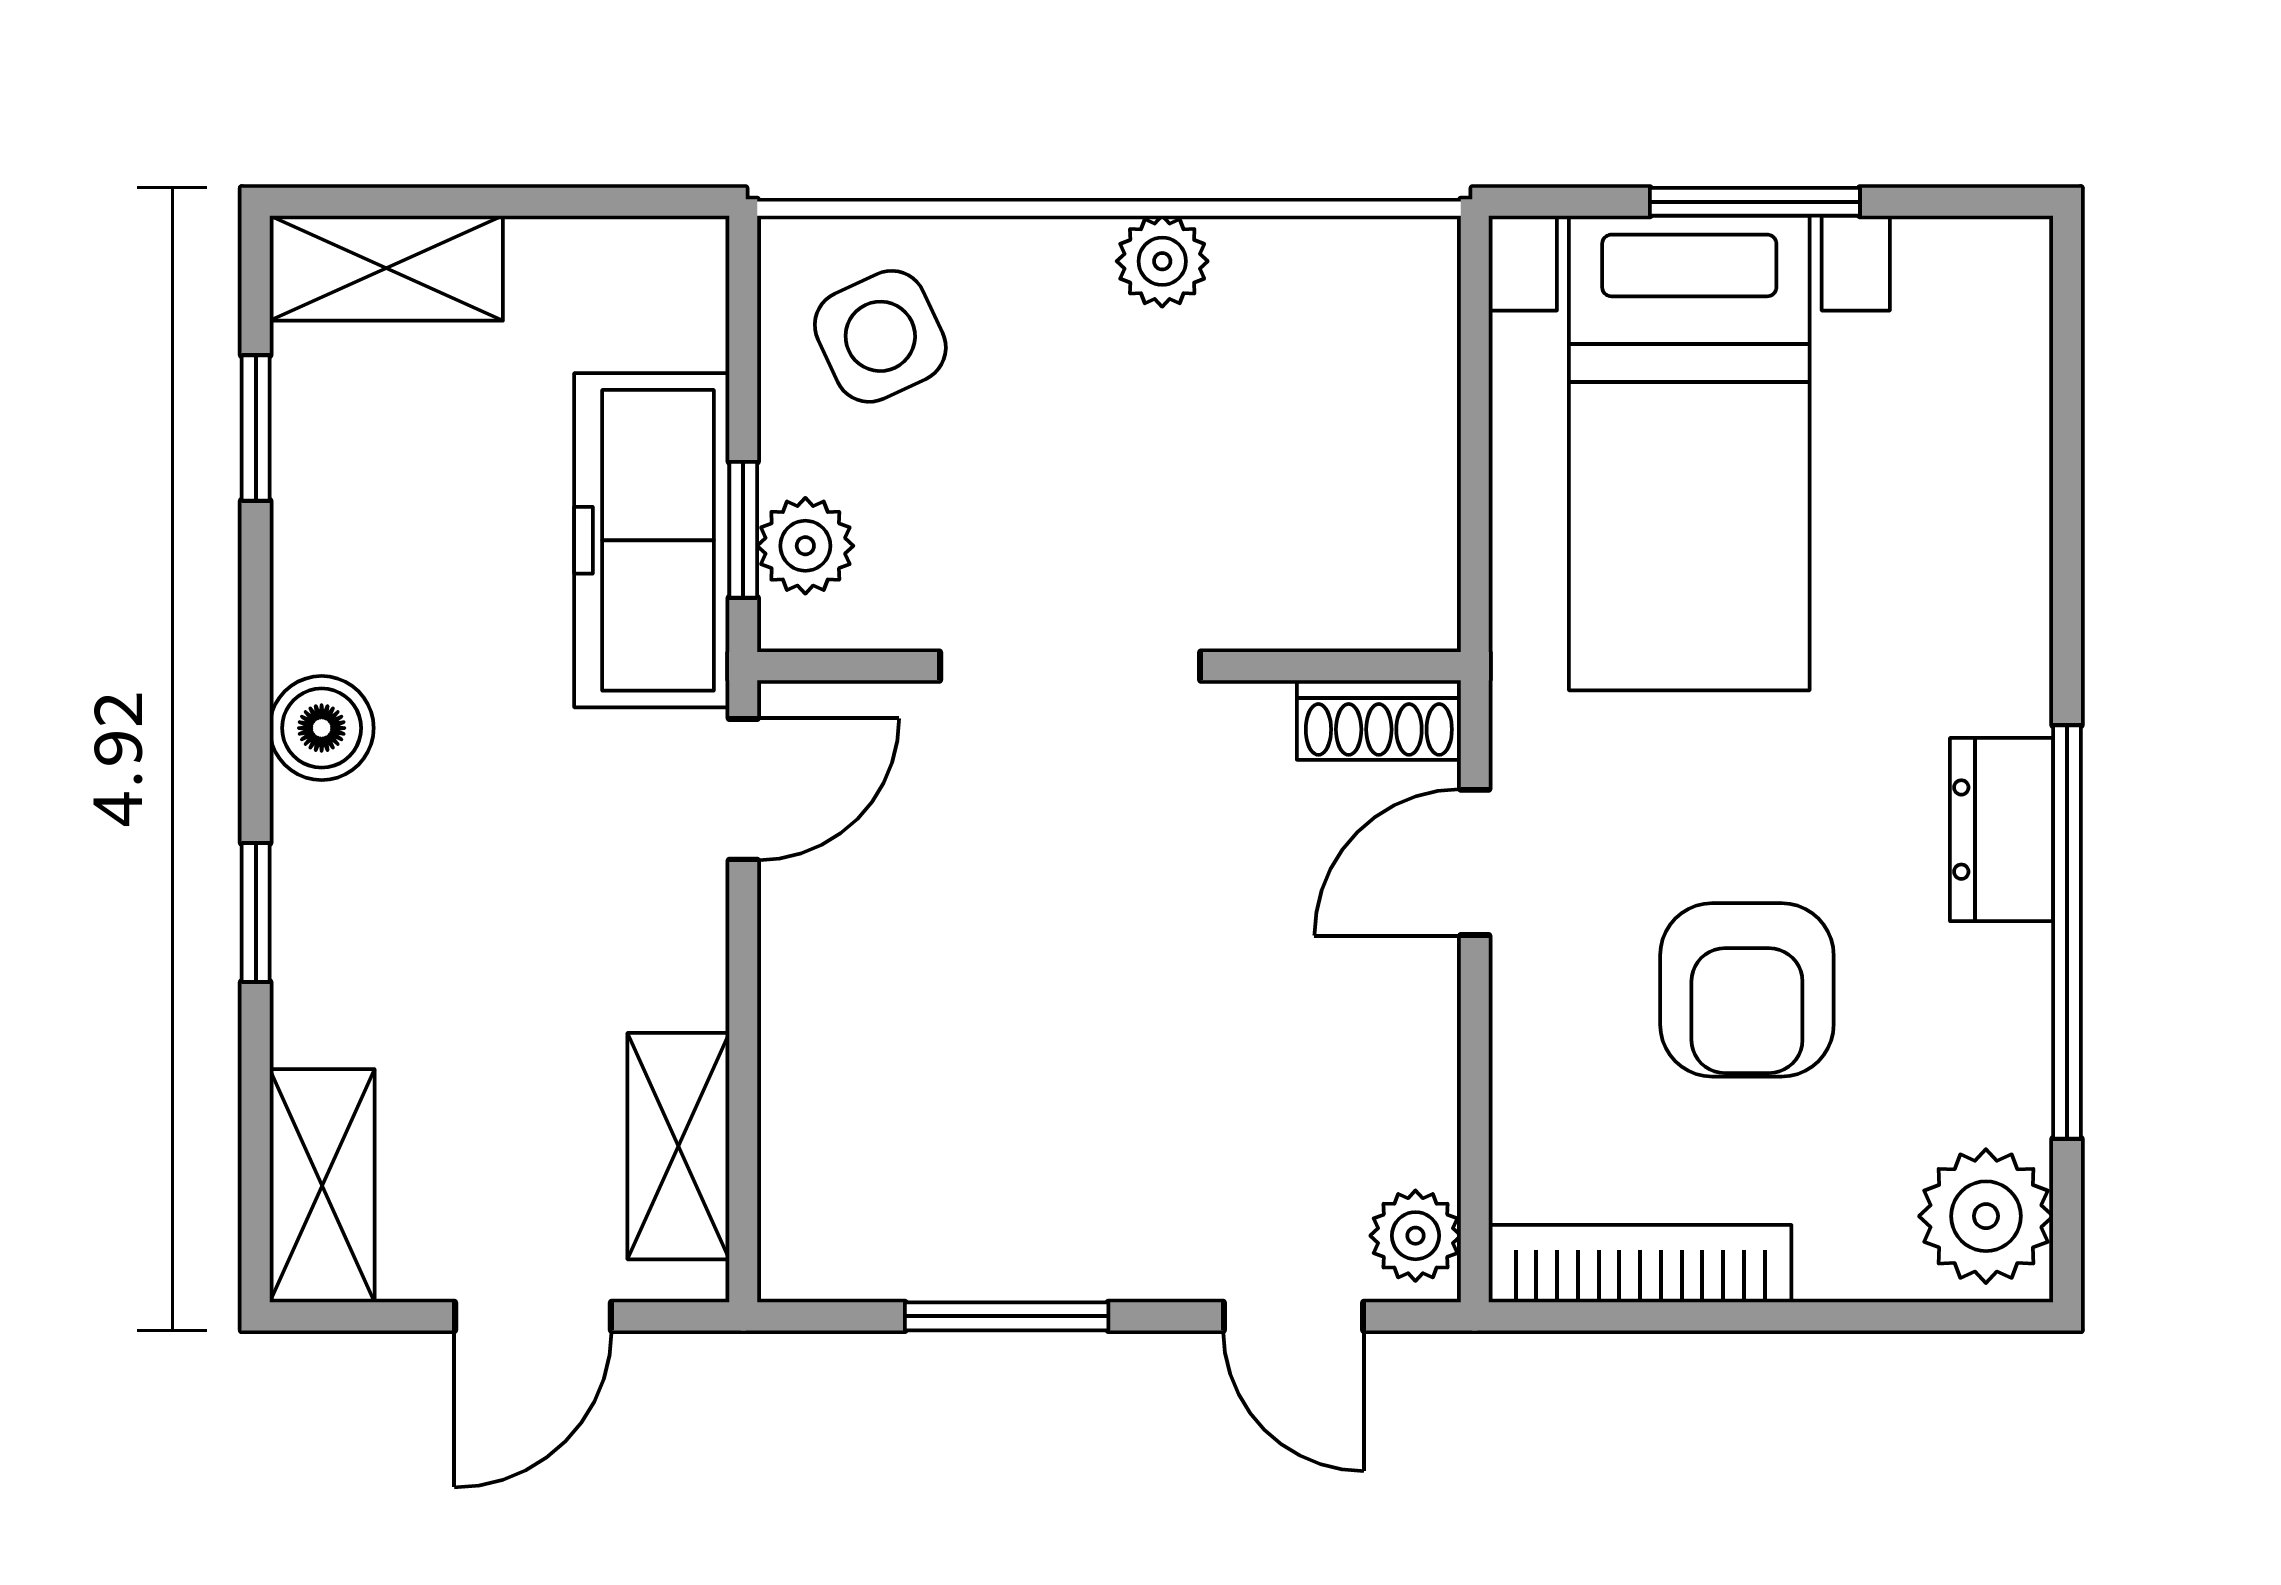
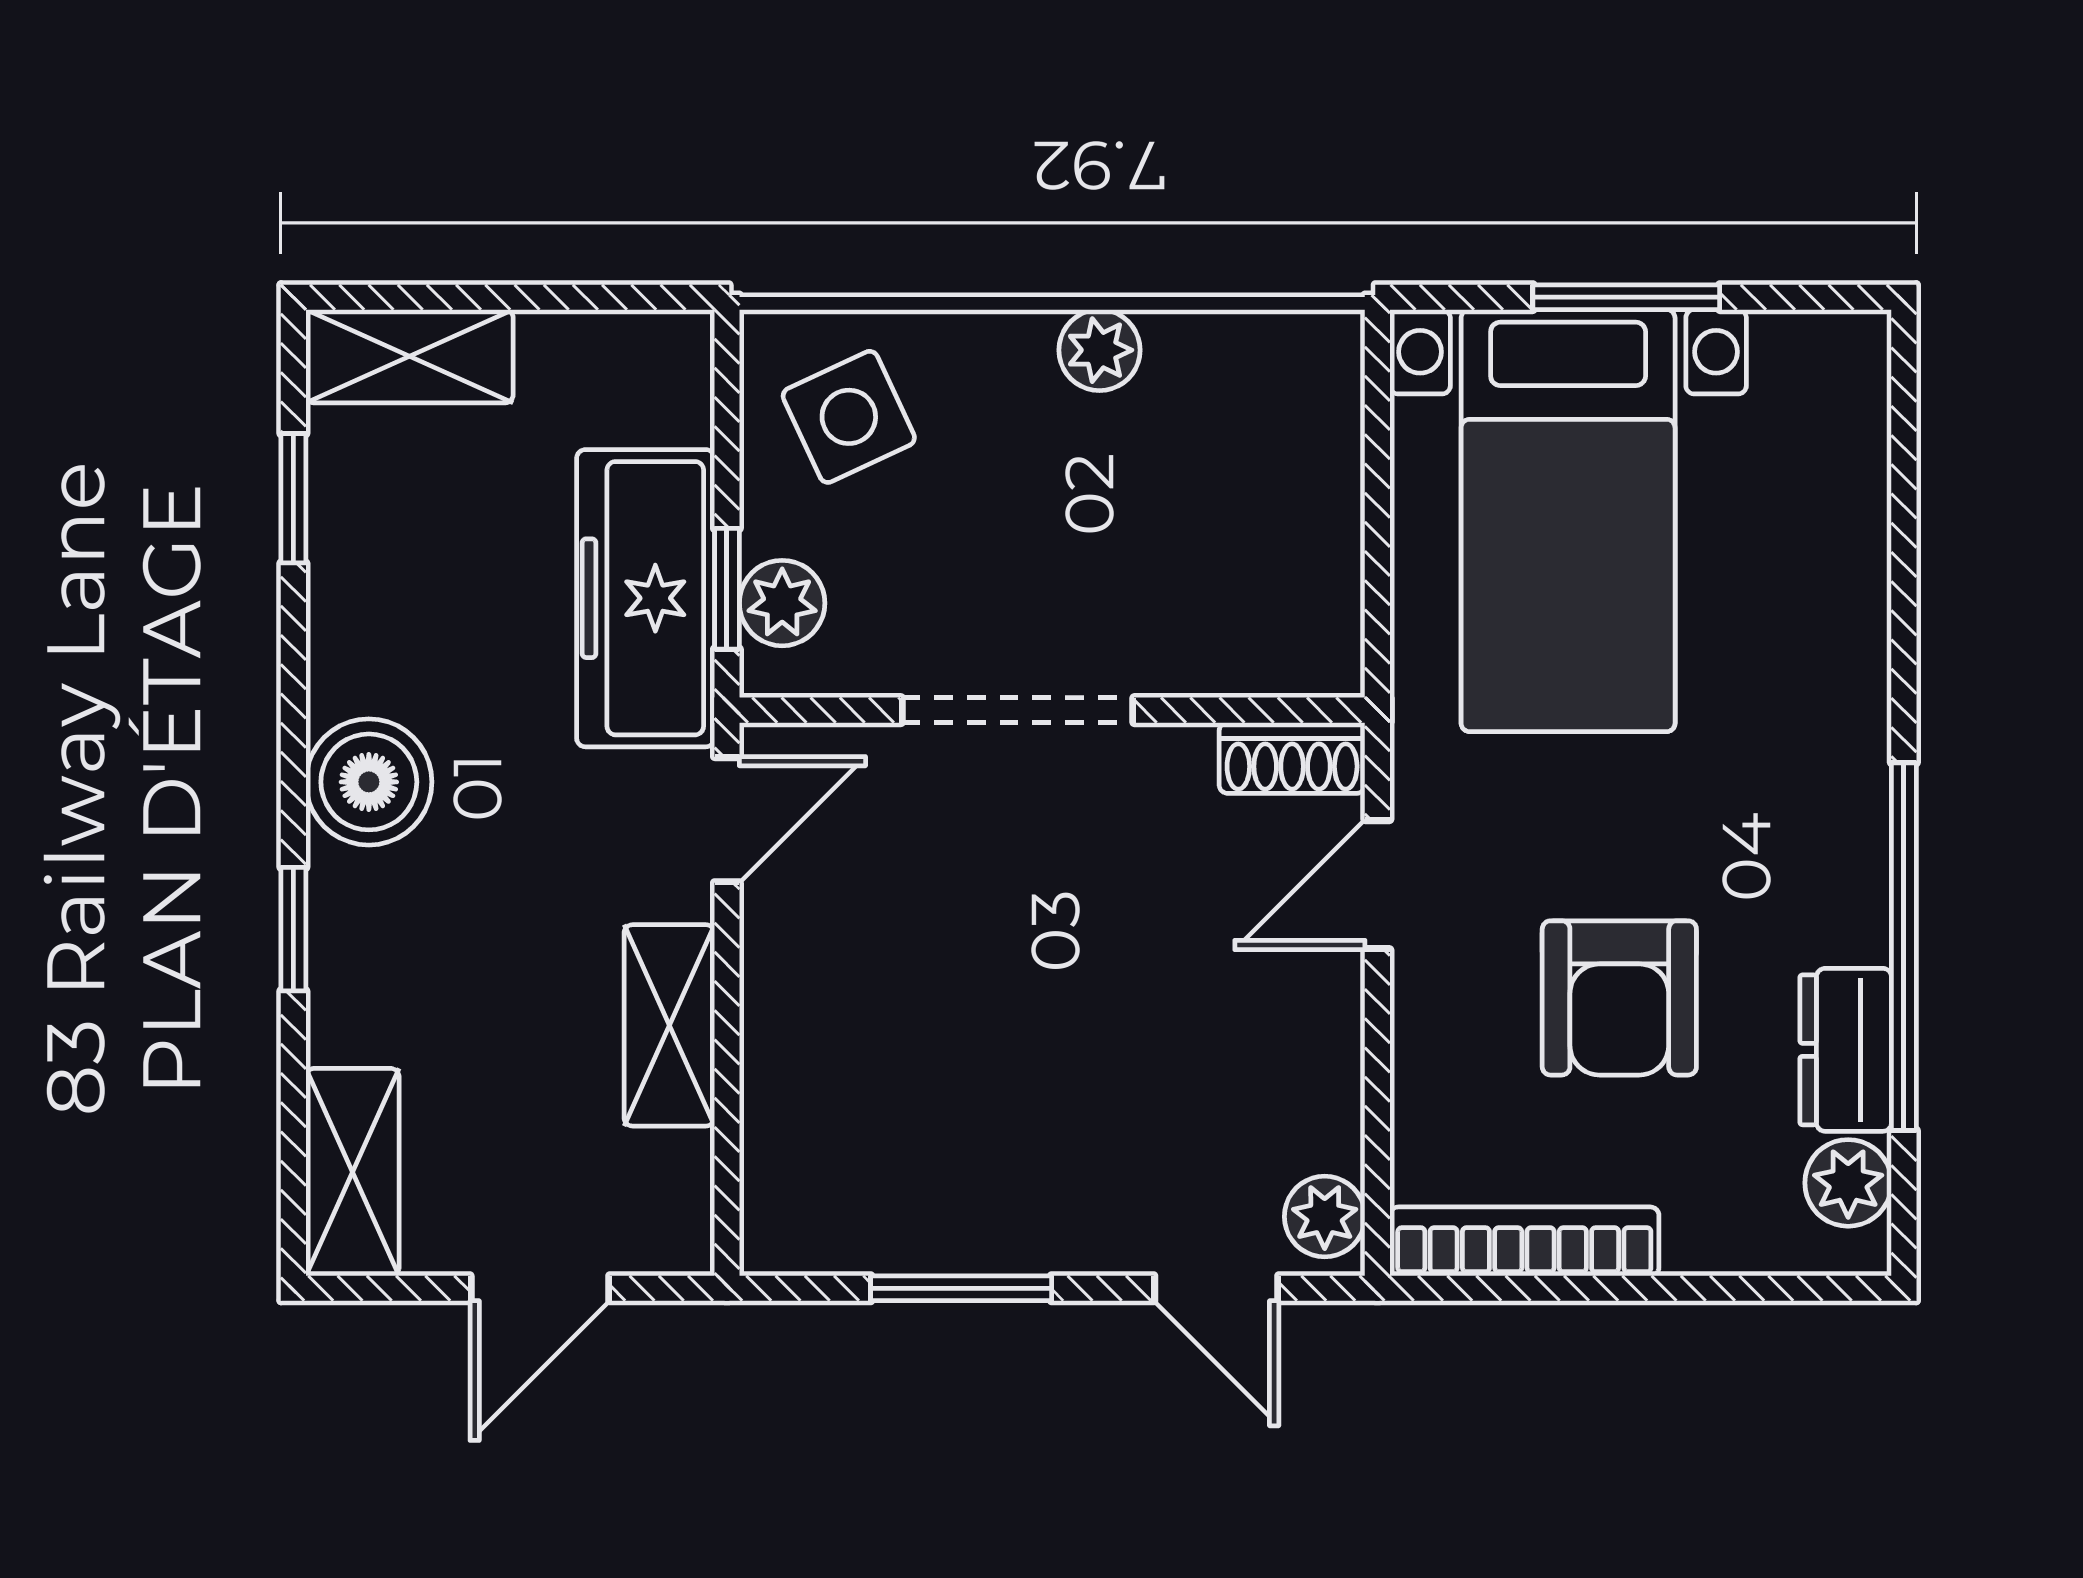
boiler: (322, 728) -> (369, 782), width x1.36, depth x1.36
dresser: (2001, 830) -> (1846, 1050), moved
shelving: (678, 1146) -> (669, 1025), moved
plant: (1986, 1216) -> (1848, 1183), width x0.73, depth x0.73

